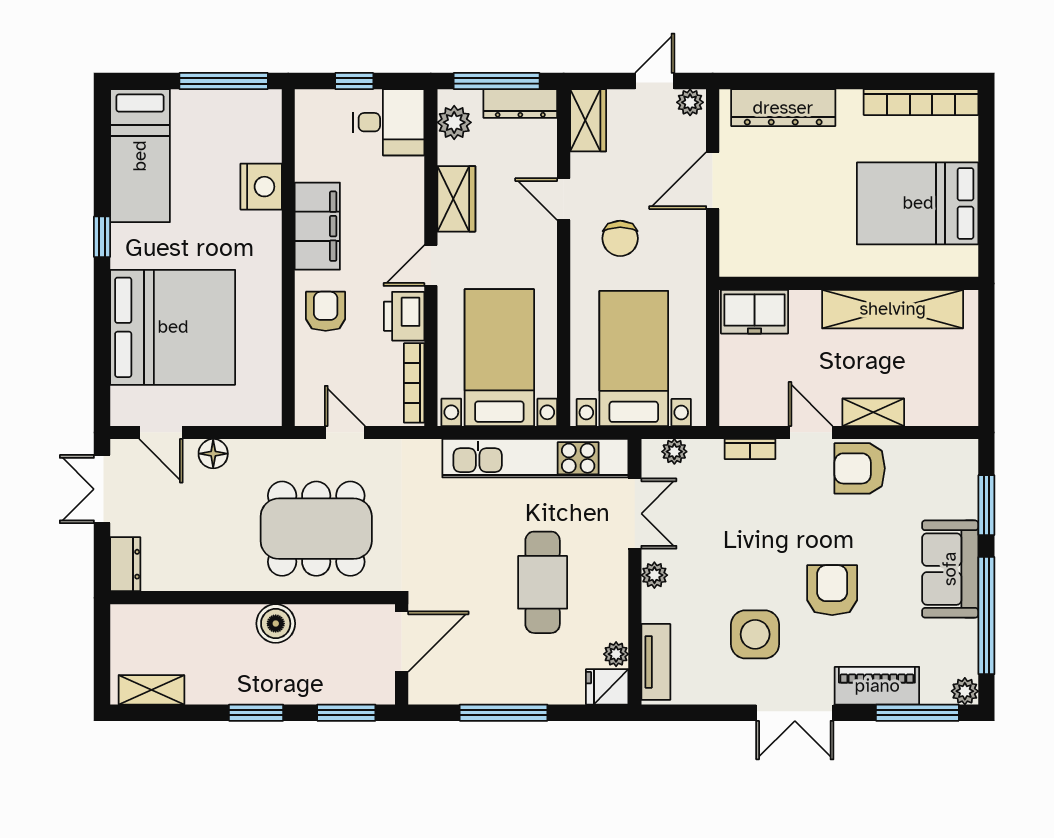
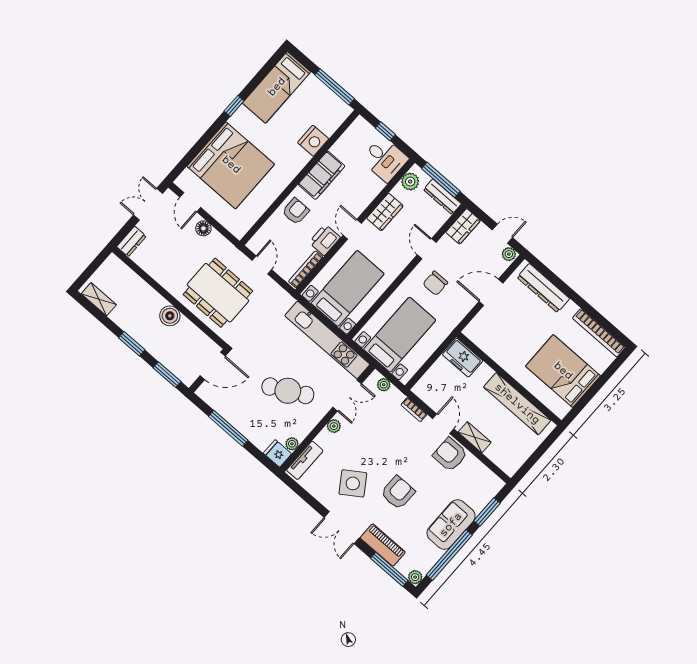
door: (431, 266) -> (352, 229), hinge flipped
cafe table: (543, 582) -> (288, 391), turned 62
side table: (755, 634) -> (353, 483), turned -34

